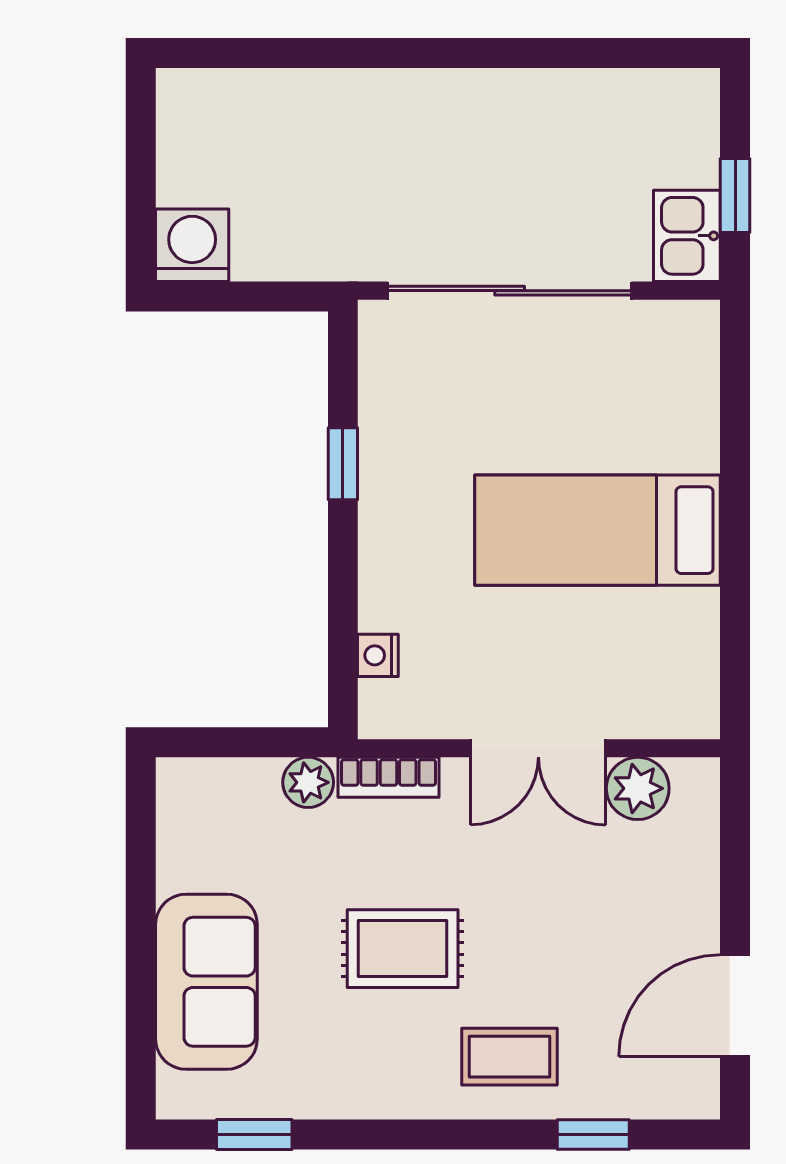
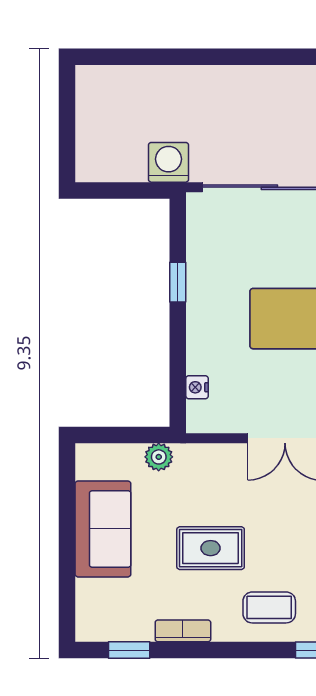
washing machine: (192, 245) -> (169, 162), moved
bookcase: (388, 777) -> (183, 631), moved, turned 180
sofa: (206, 982) -> (103, 529), moved

